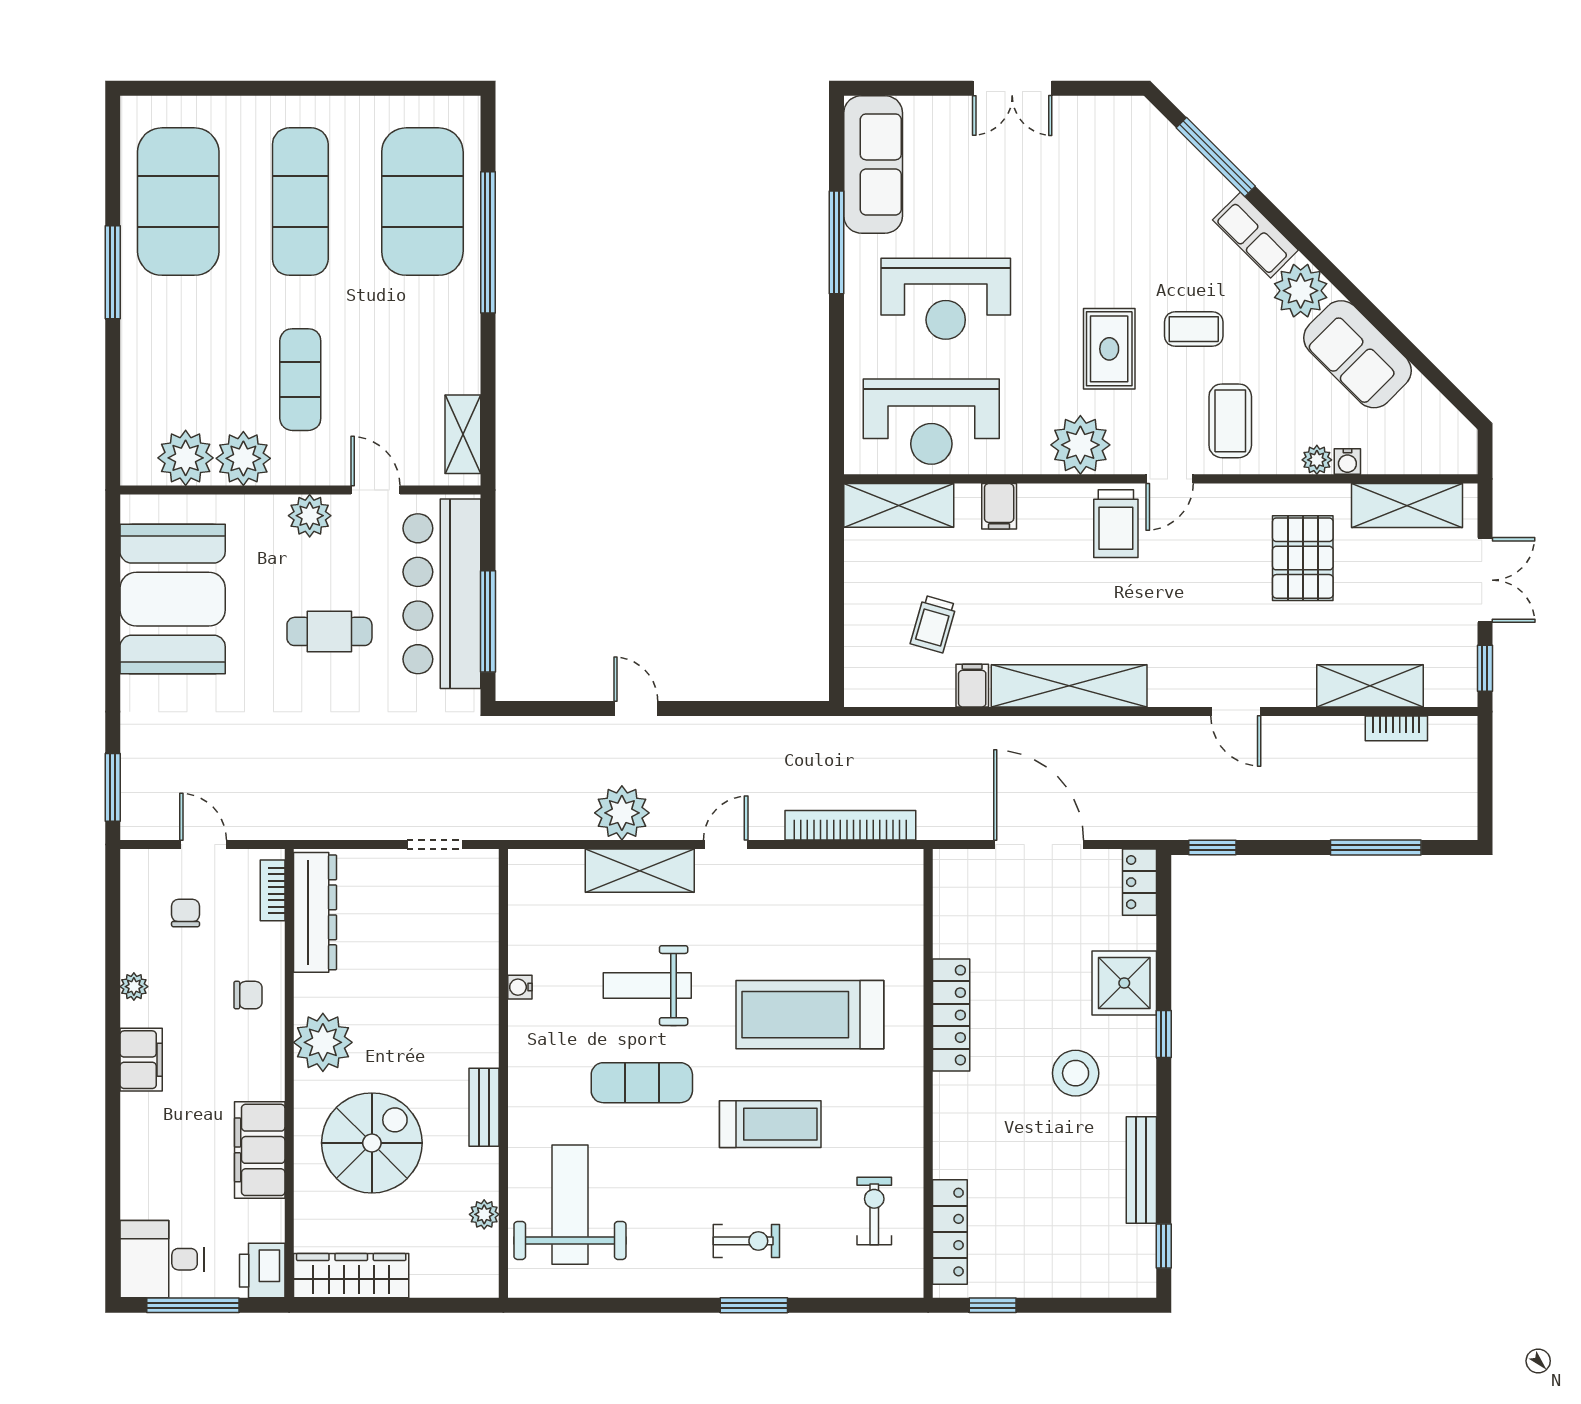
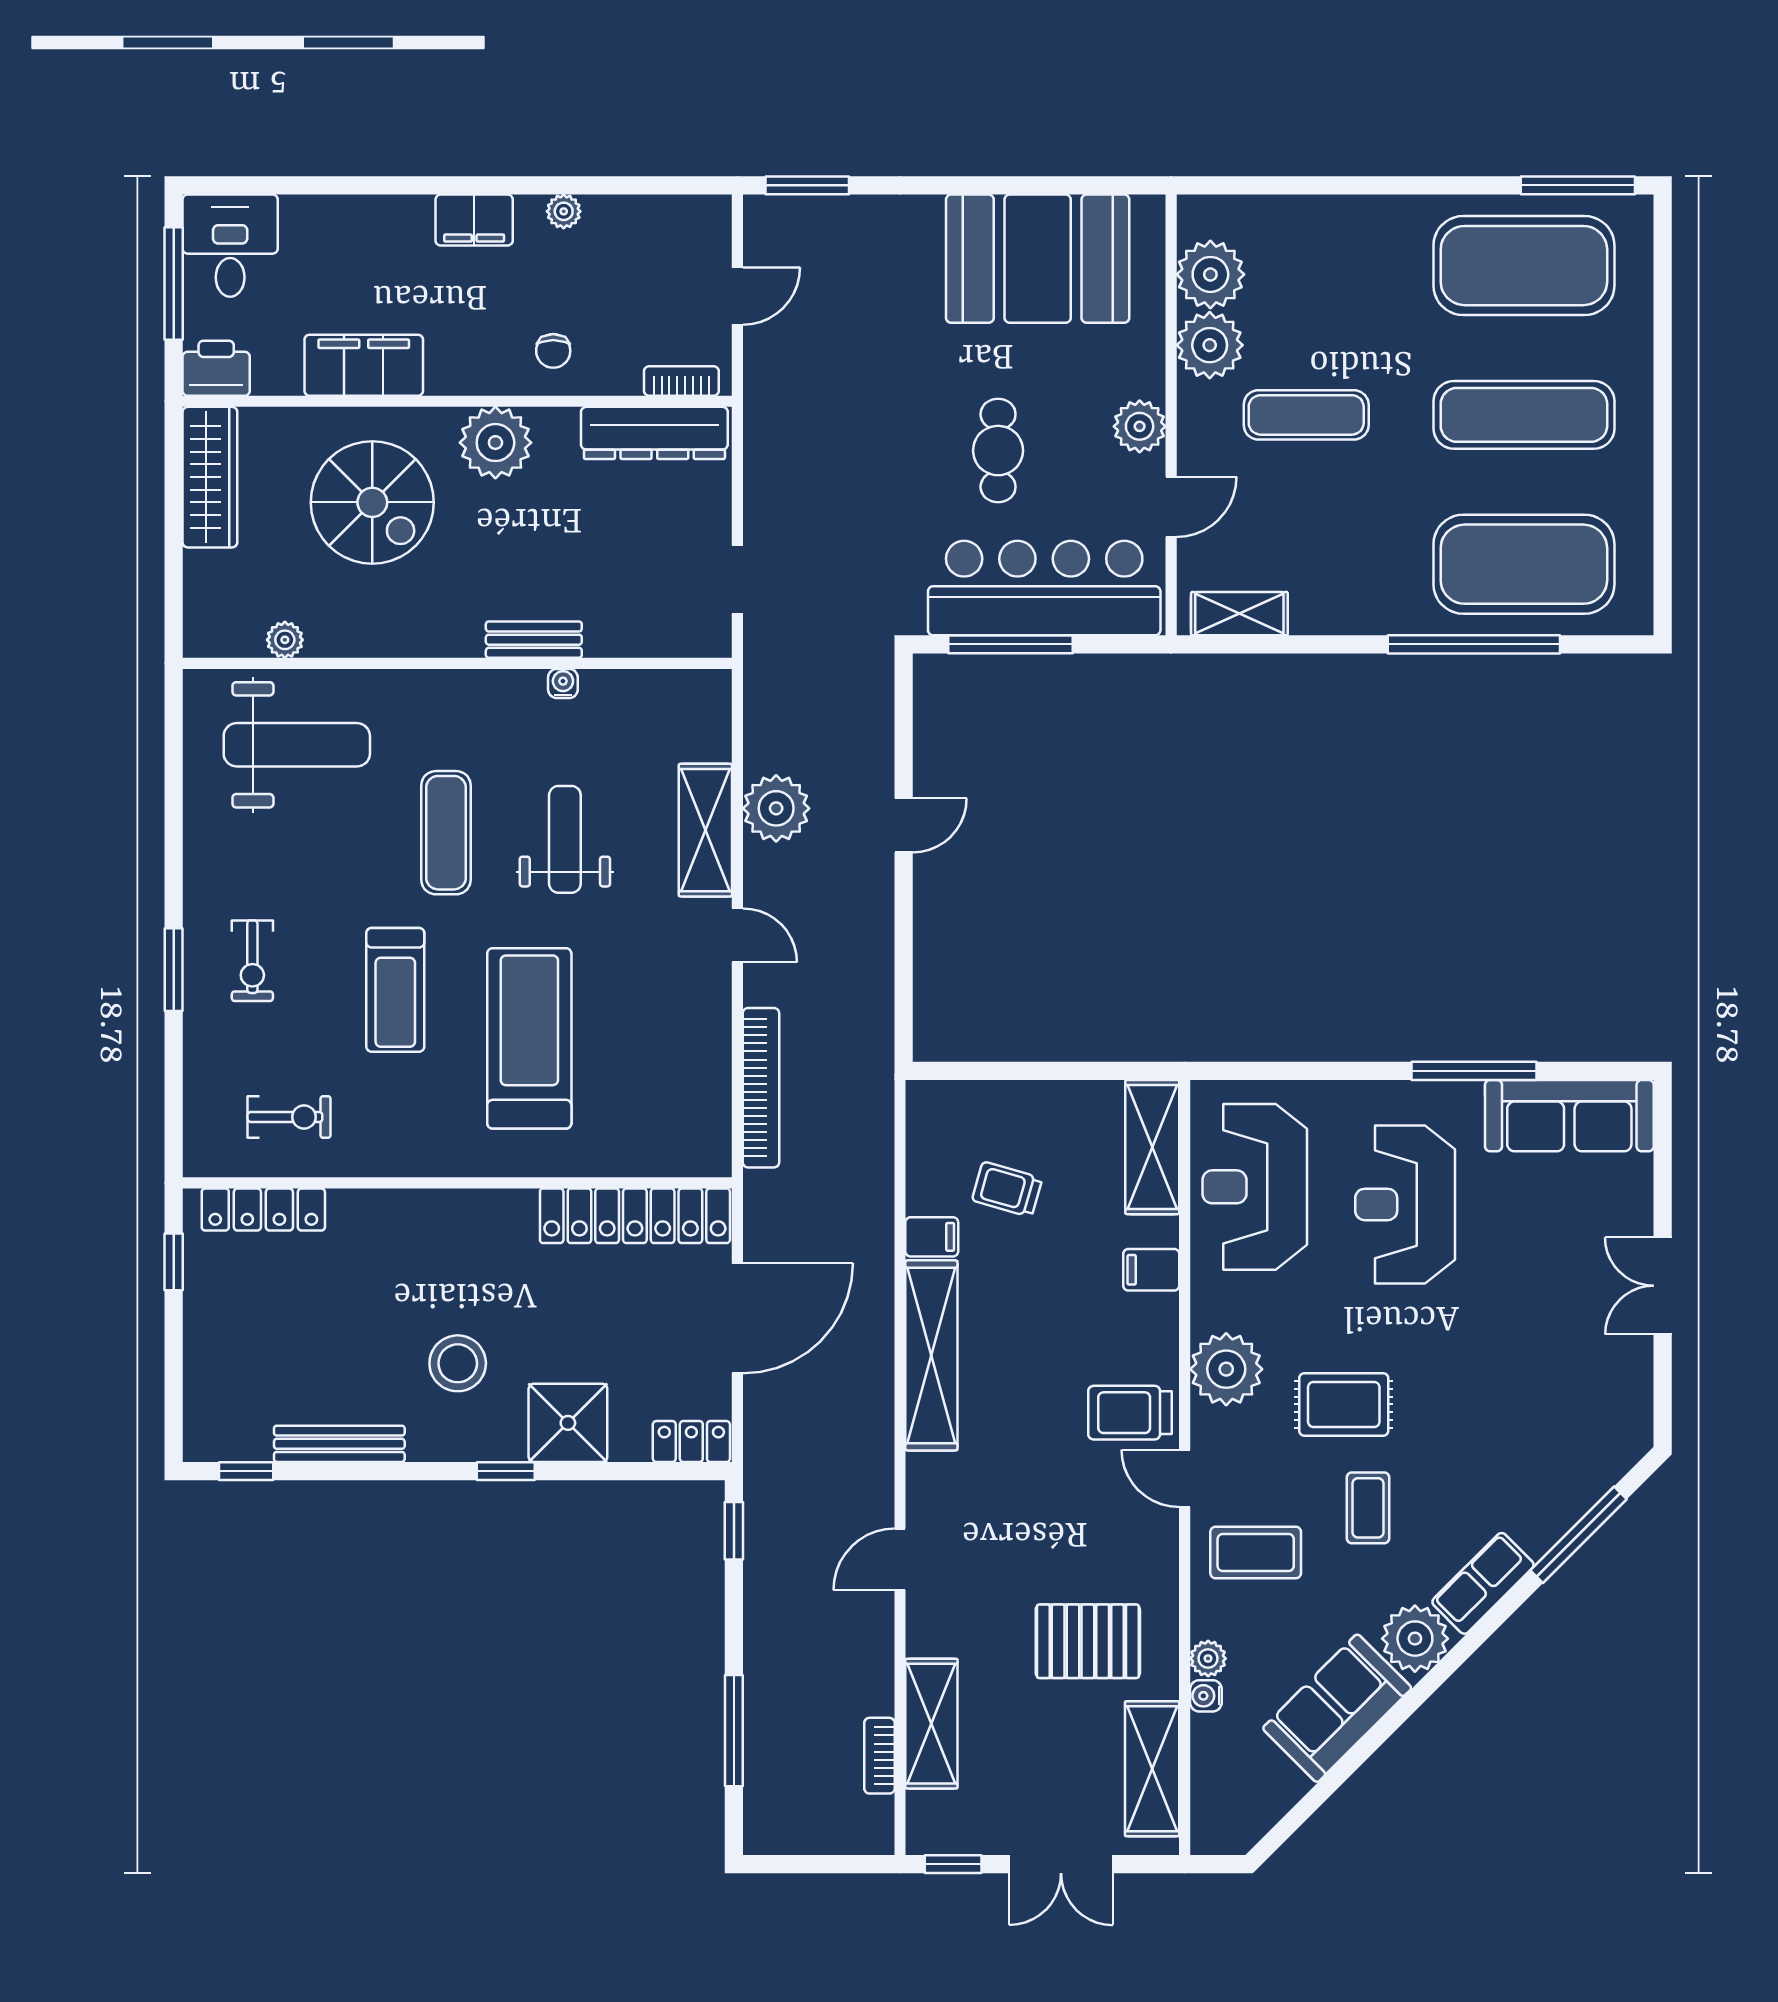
window: (113, 272) -> (1578, 185), moved
chair: (186, 913) -> (654, 274), removed
locker: (951, 1015) -> (635, 1216), moved, width x1.41, depth x1.21
bench: (484, 1107) -> (534, 640), moved

